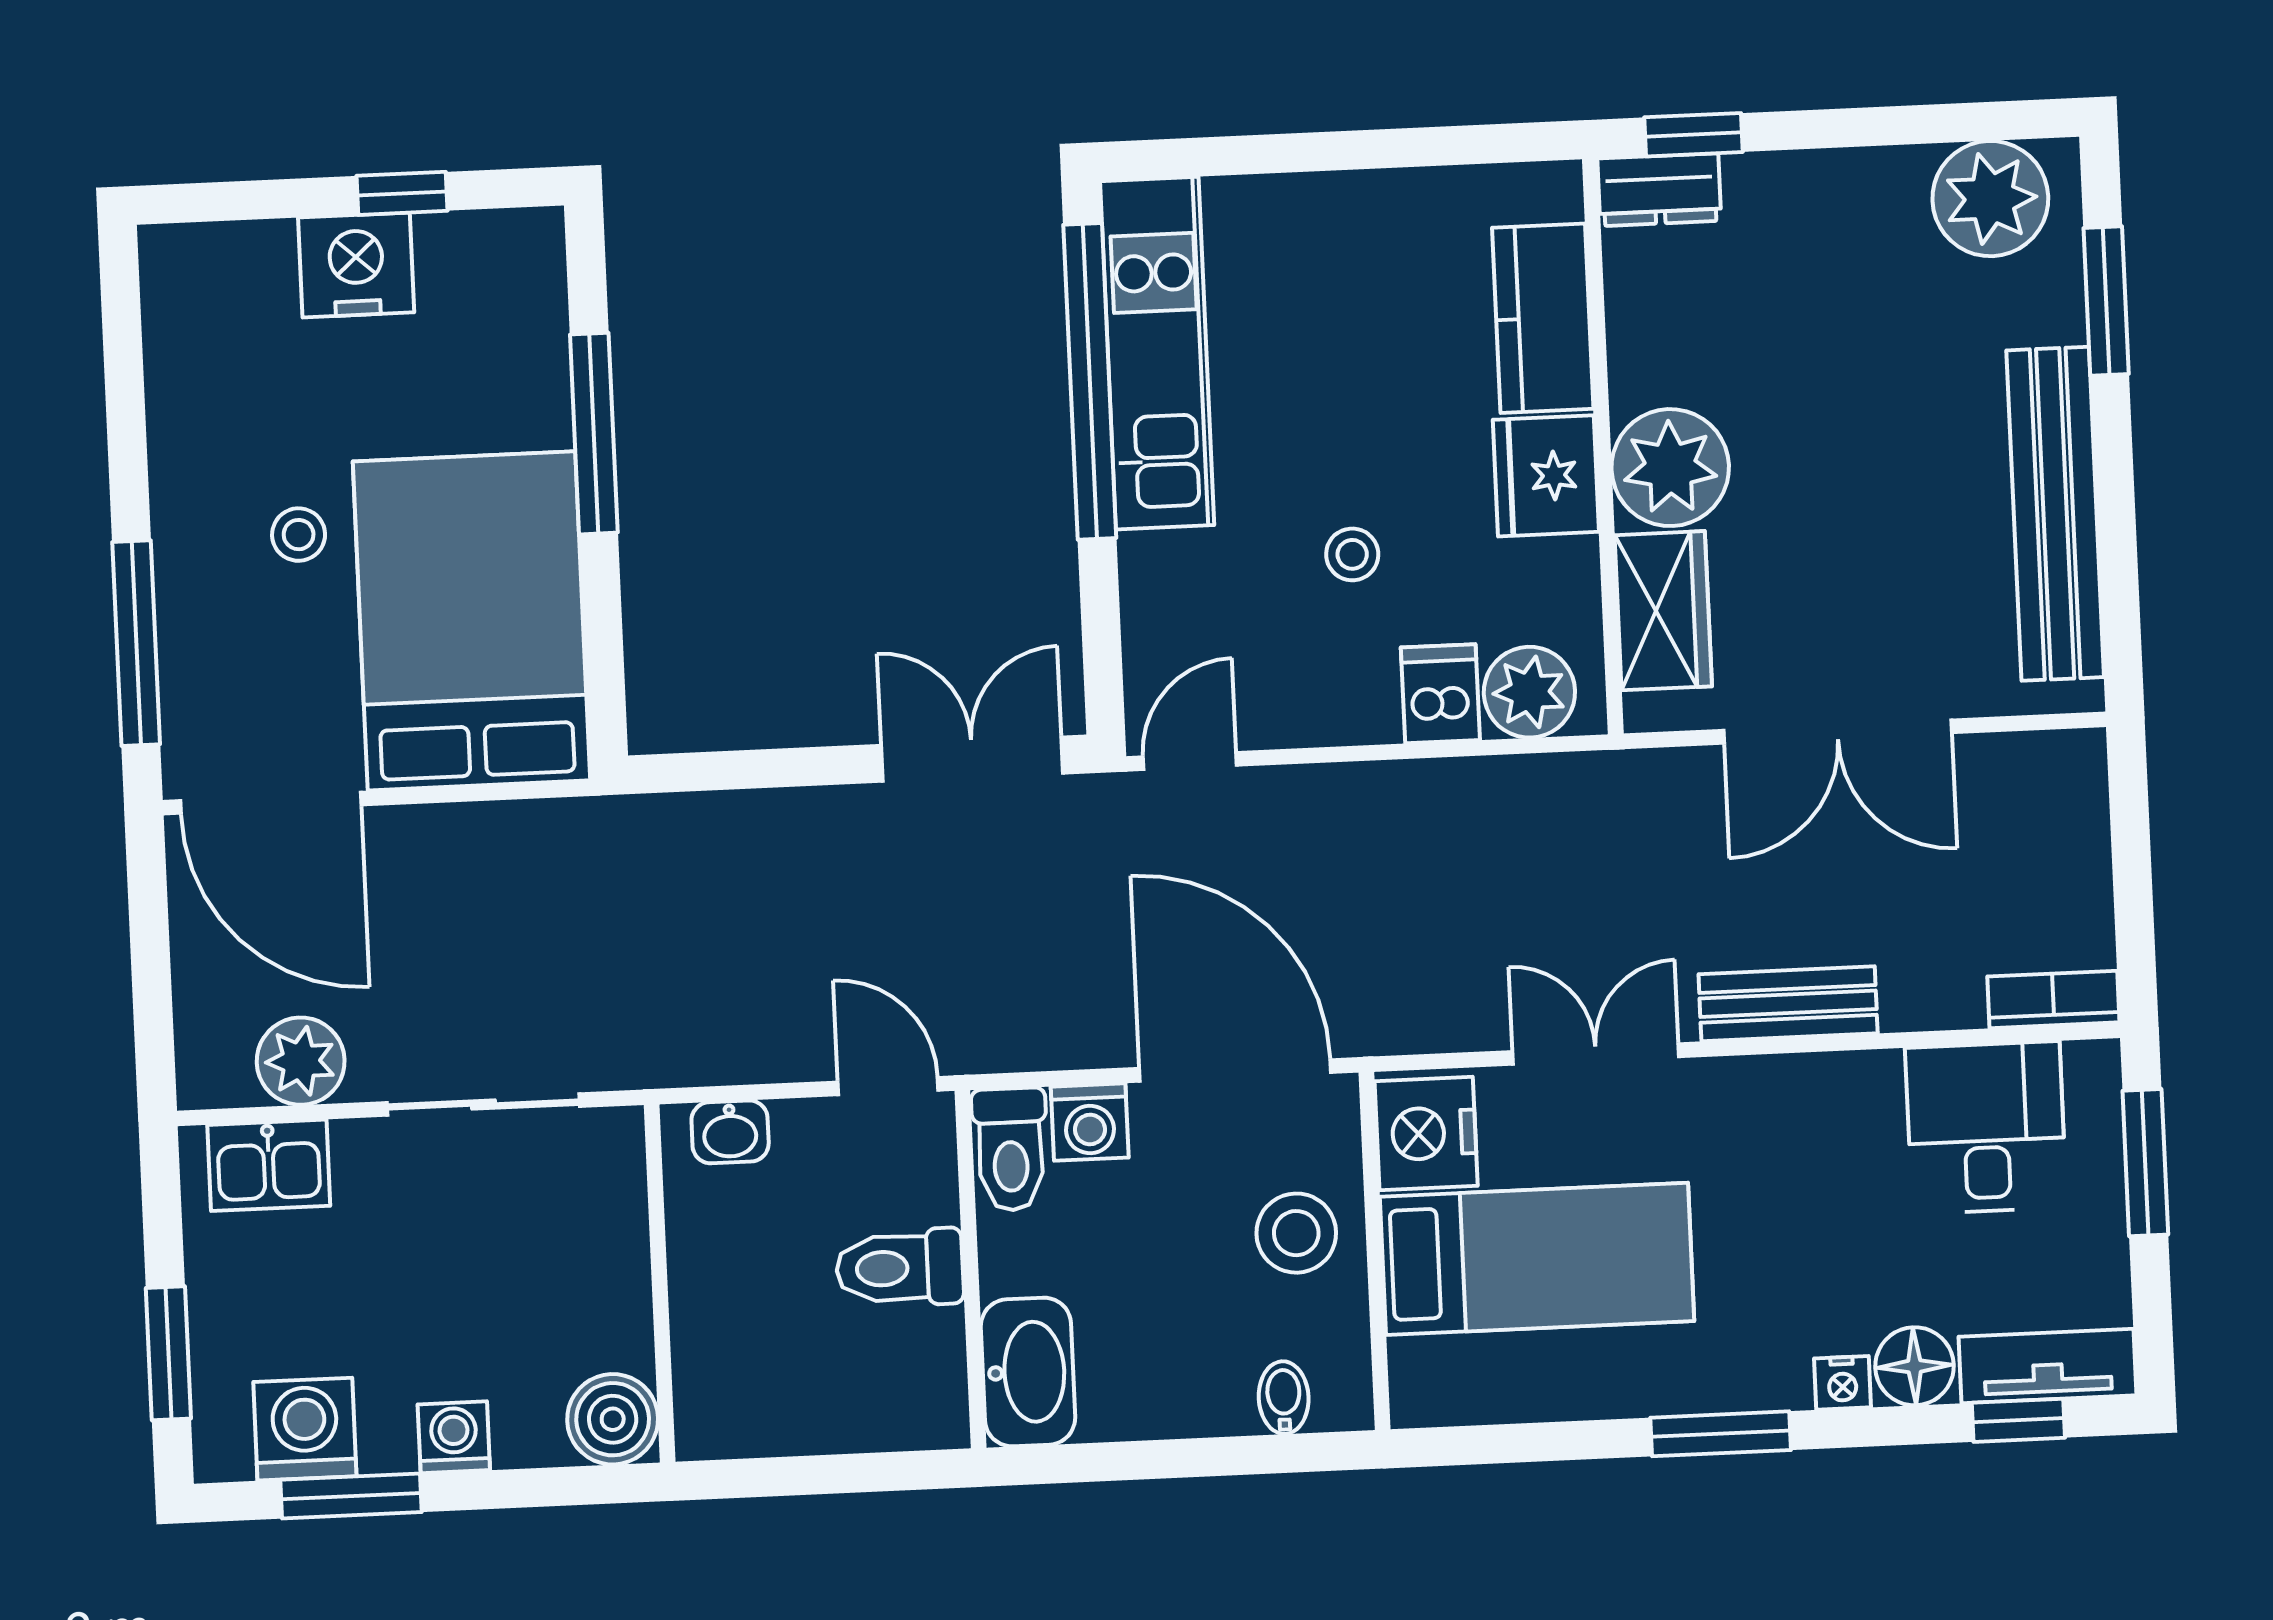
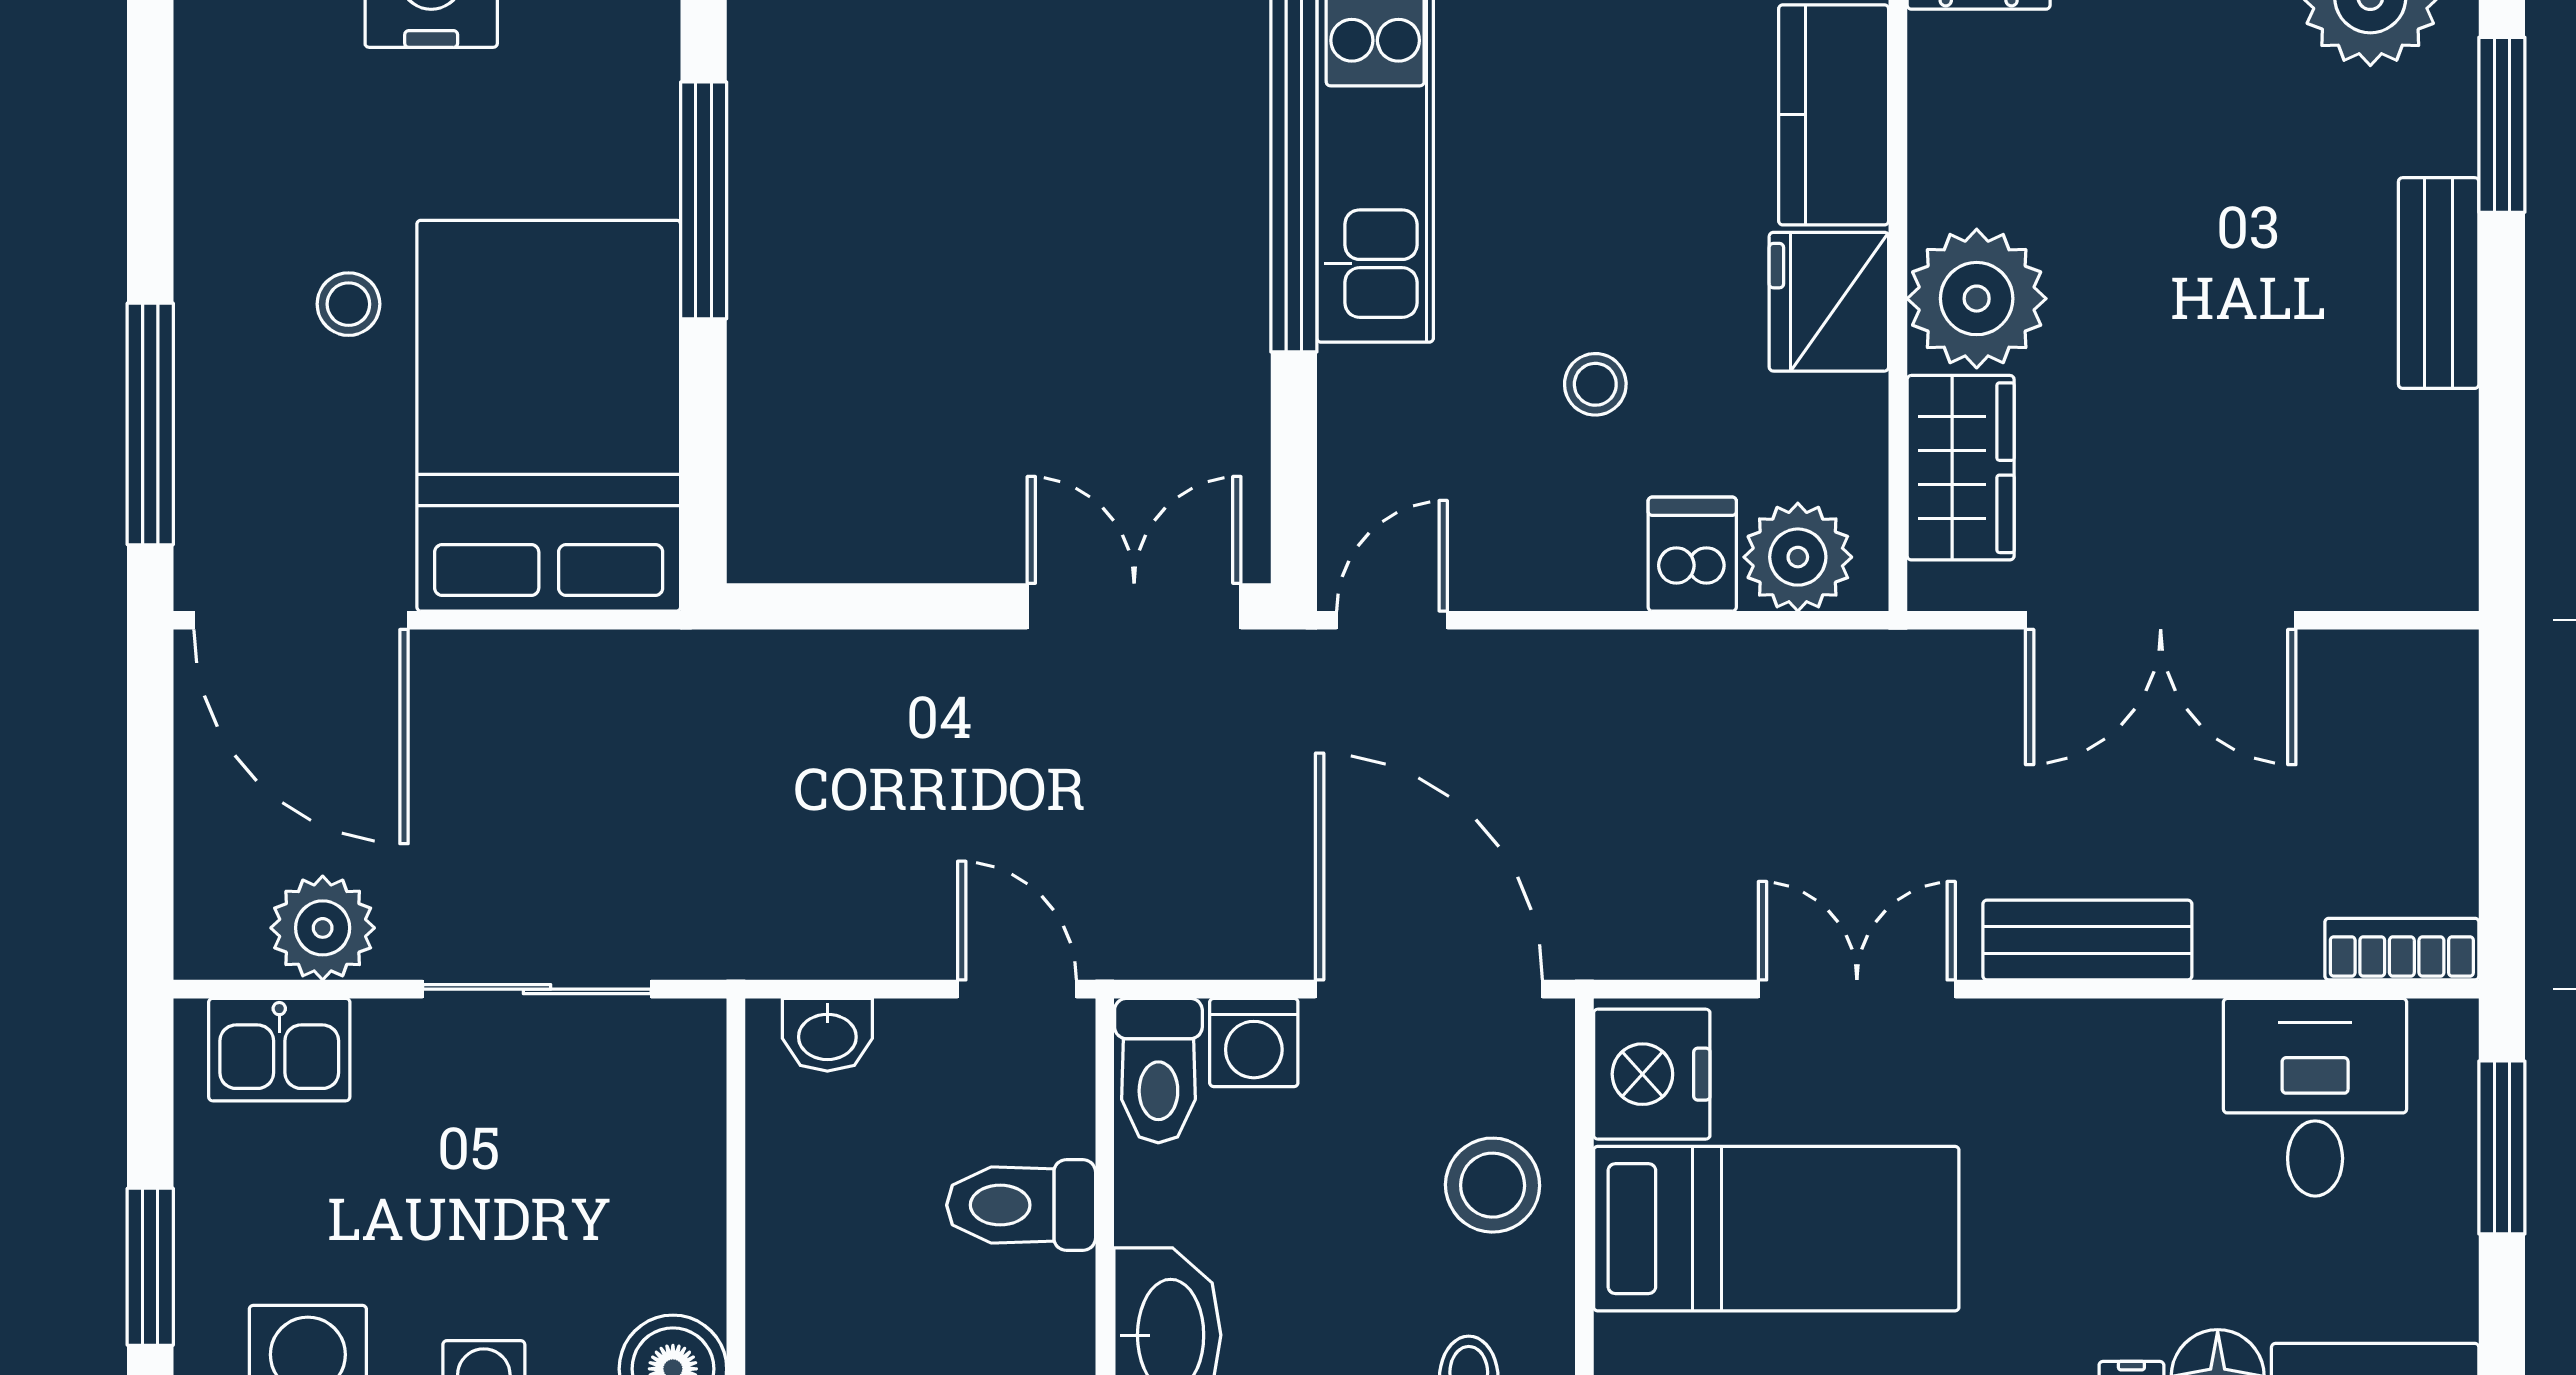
bench: (2055, 514) -> (2439, 283), width x0.54, depth x0.82

